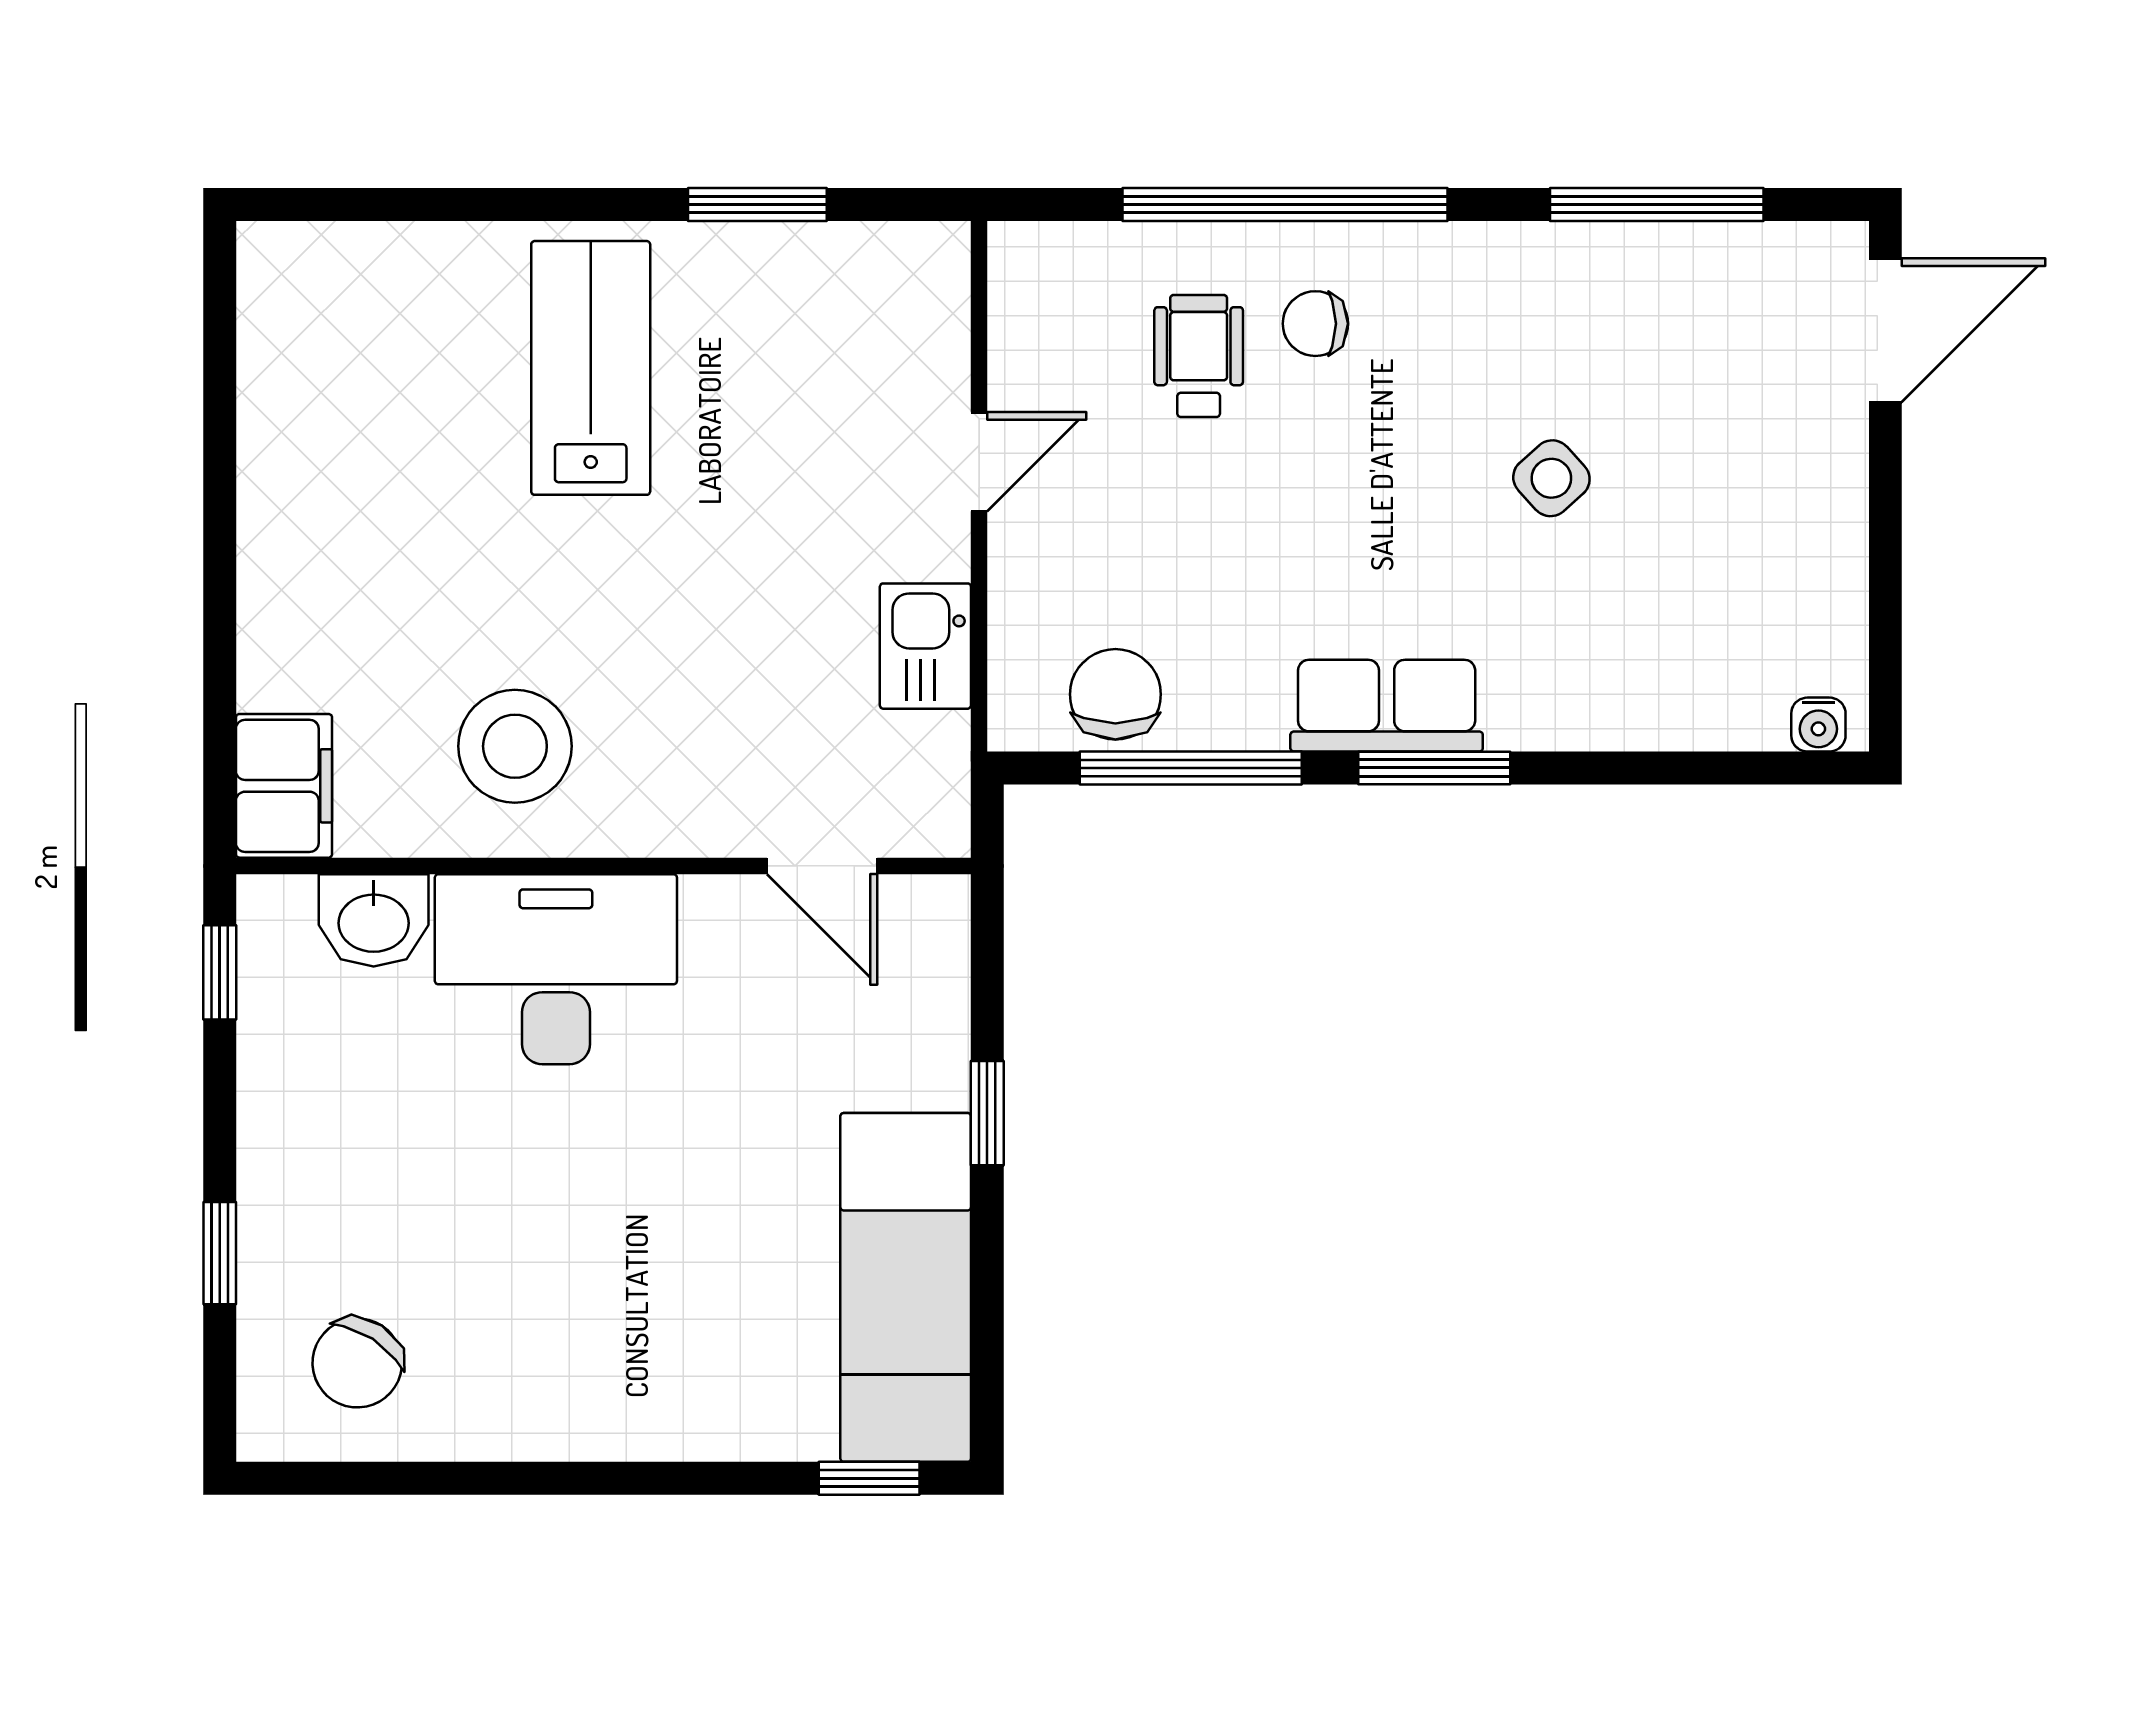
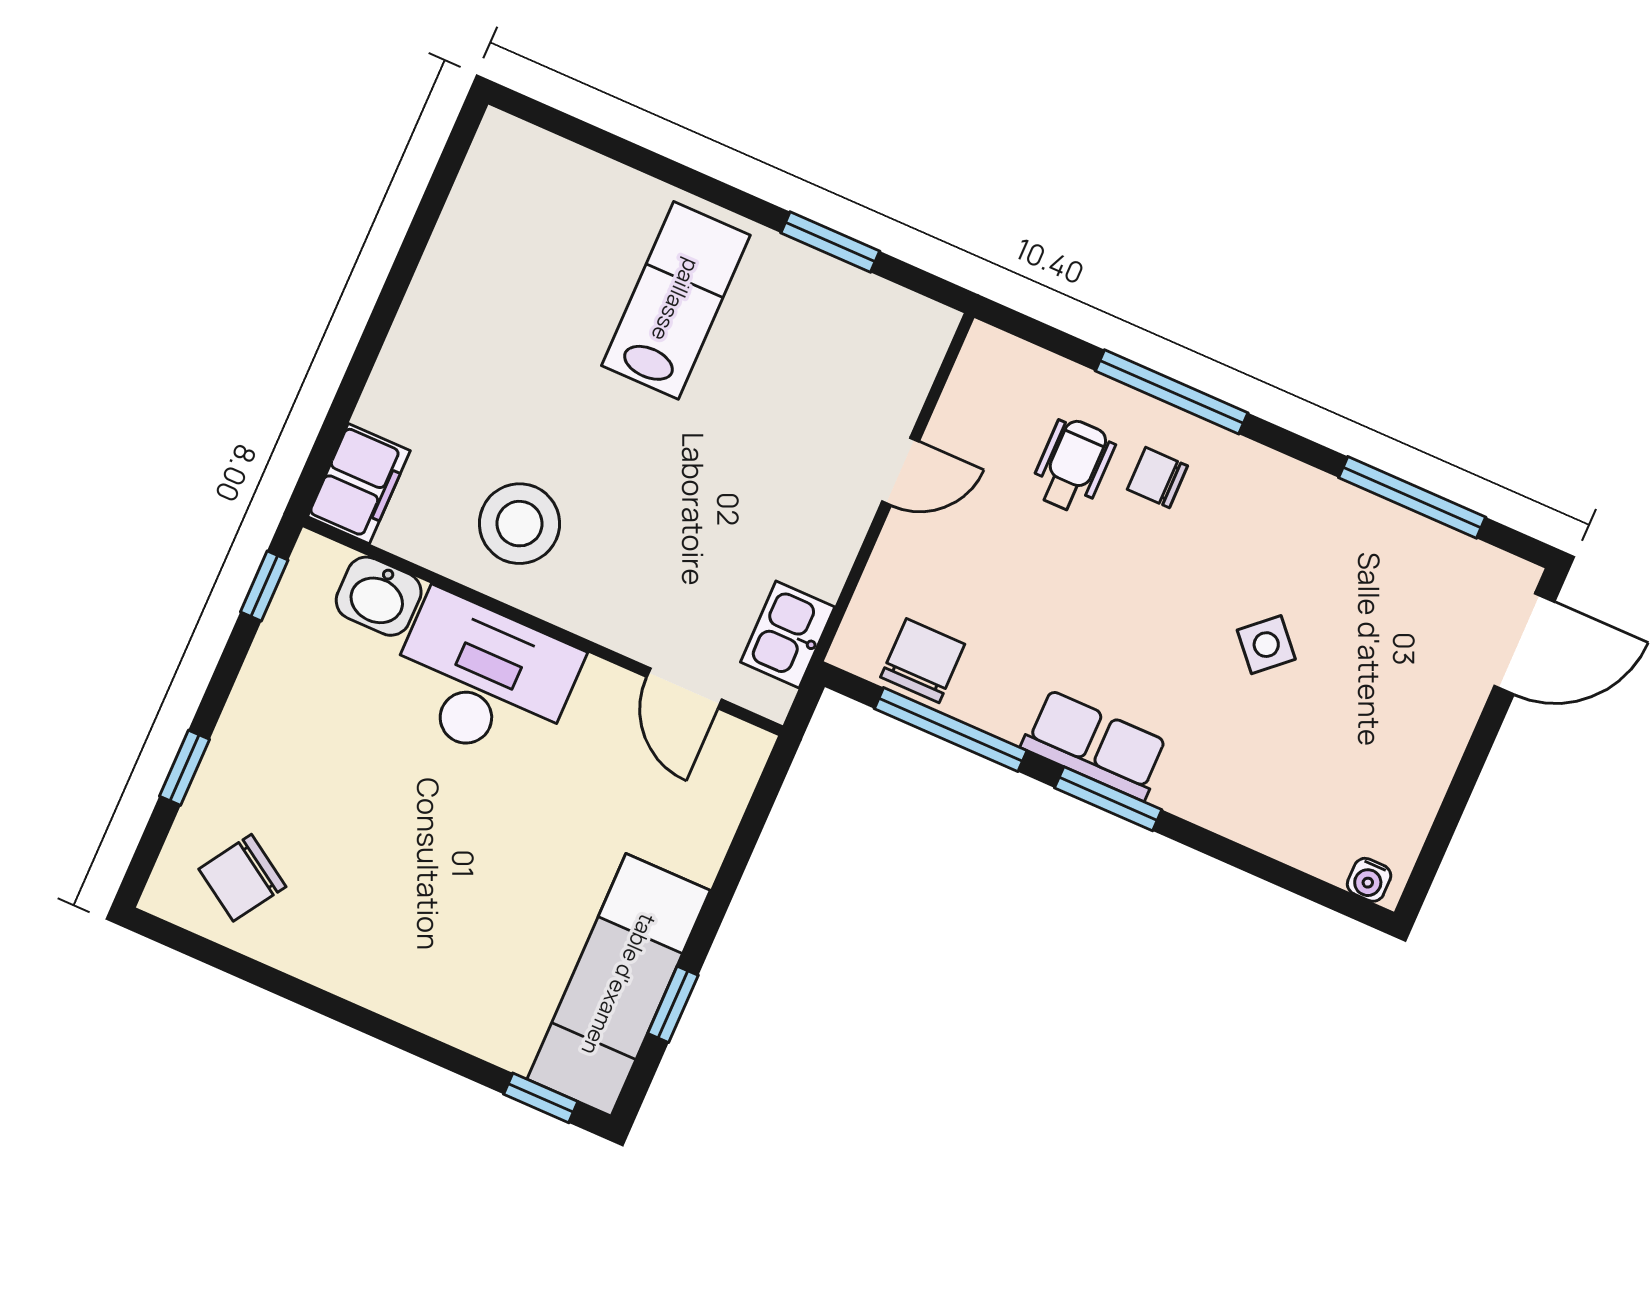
window: (1285, 205) -> (1172, 392), width x0.68
kitchen sink: (925, 646) -> (788, 634), moved
window: (987, 1113) -> (673, 1004), moved

